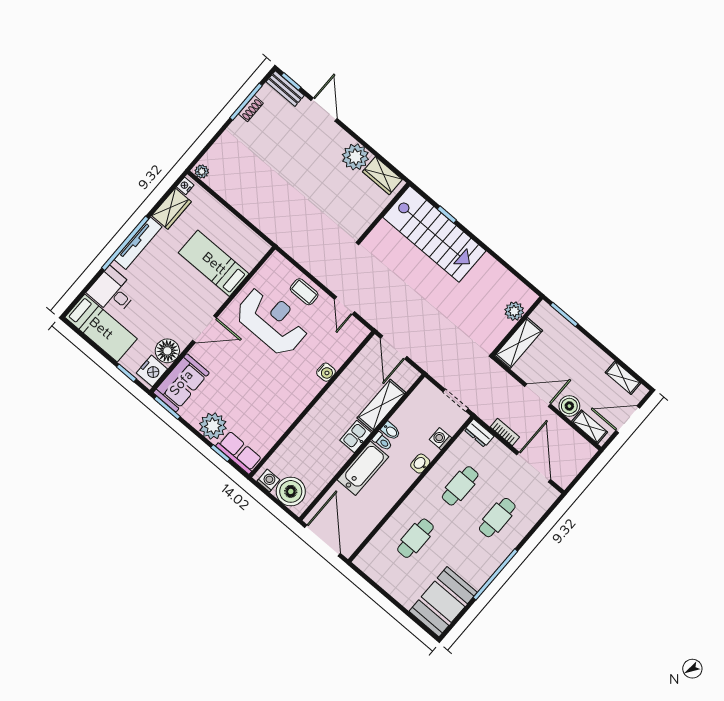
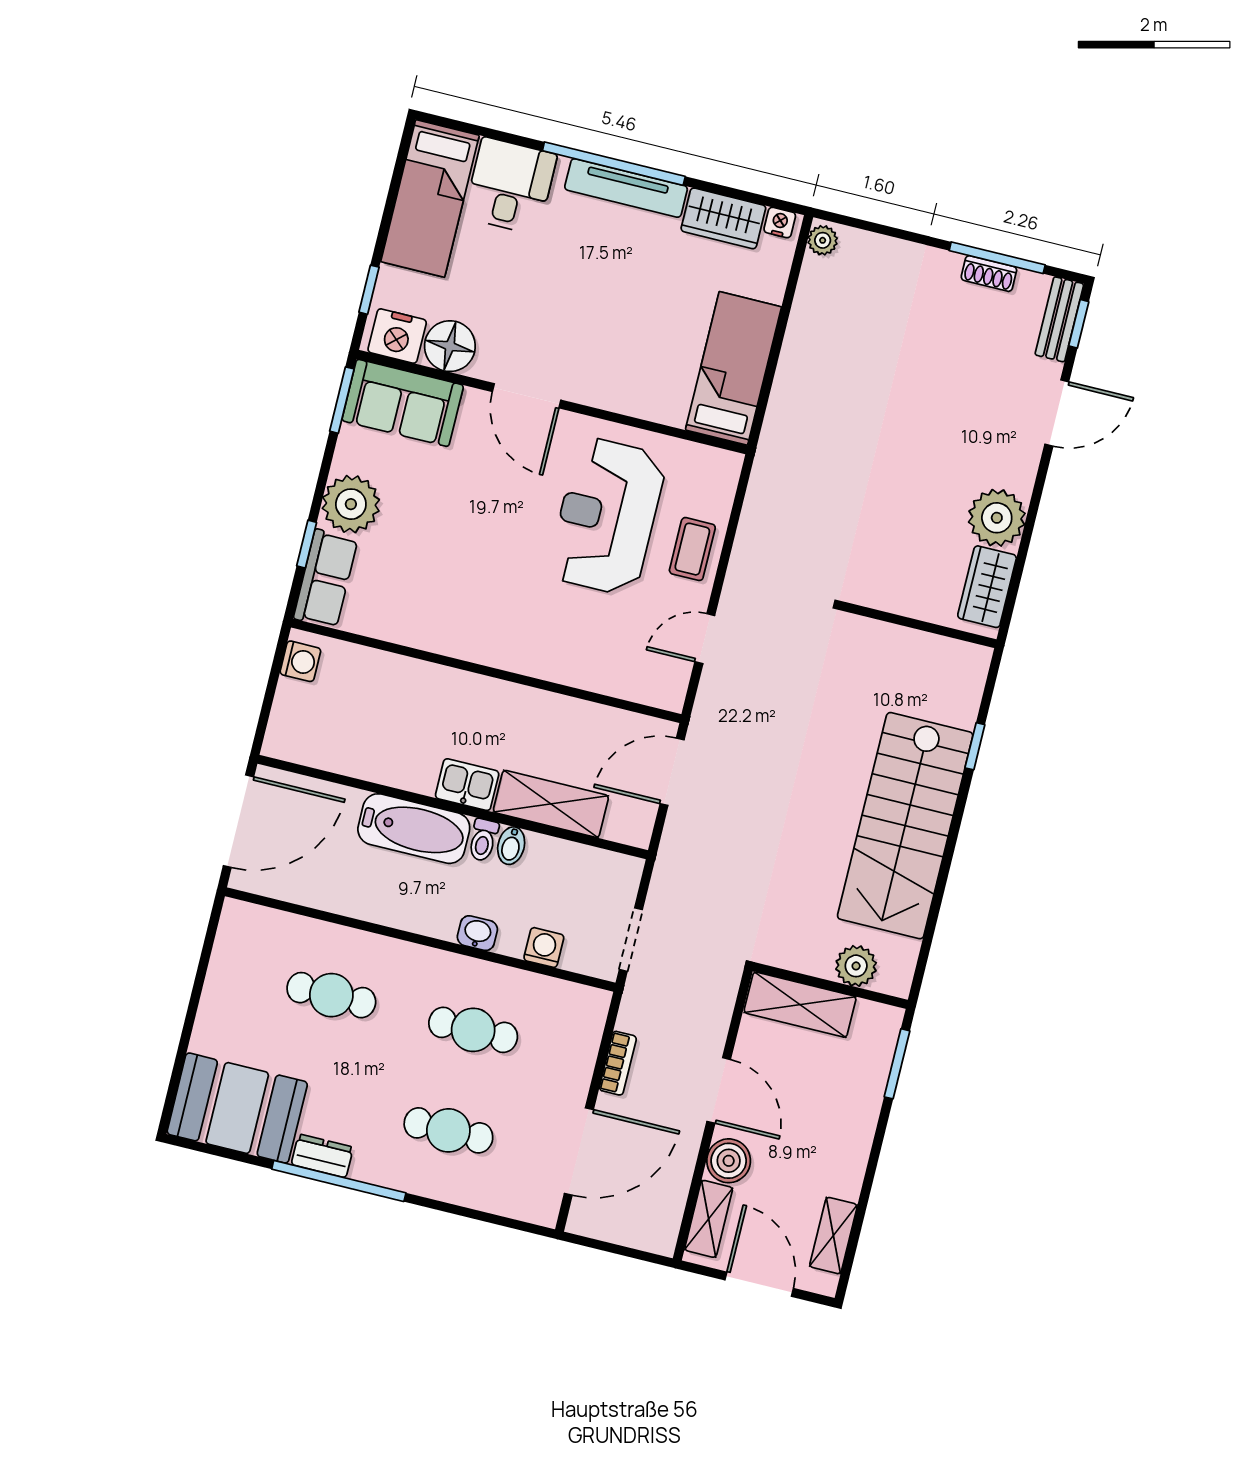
stairs: (434, 234) -> (905, 826), moved
bed: (214, 263) -> (733, 368), moved
reception desk: (272, 321) -> (607, 516), turned 180
water cooler: (326, 372) -> (561, 667), removed
dresser: (479, 433) -> (322, 1156), moved, turned 90
boiler: (291, 491) -> (301, 714), removed

